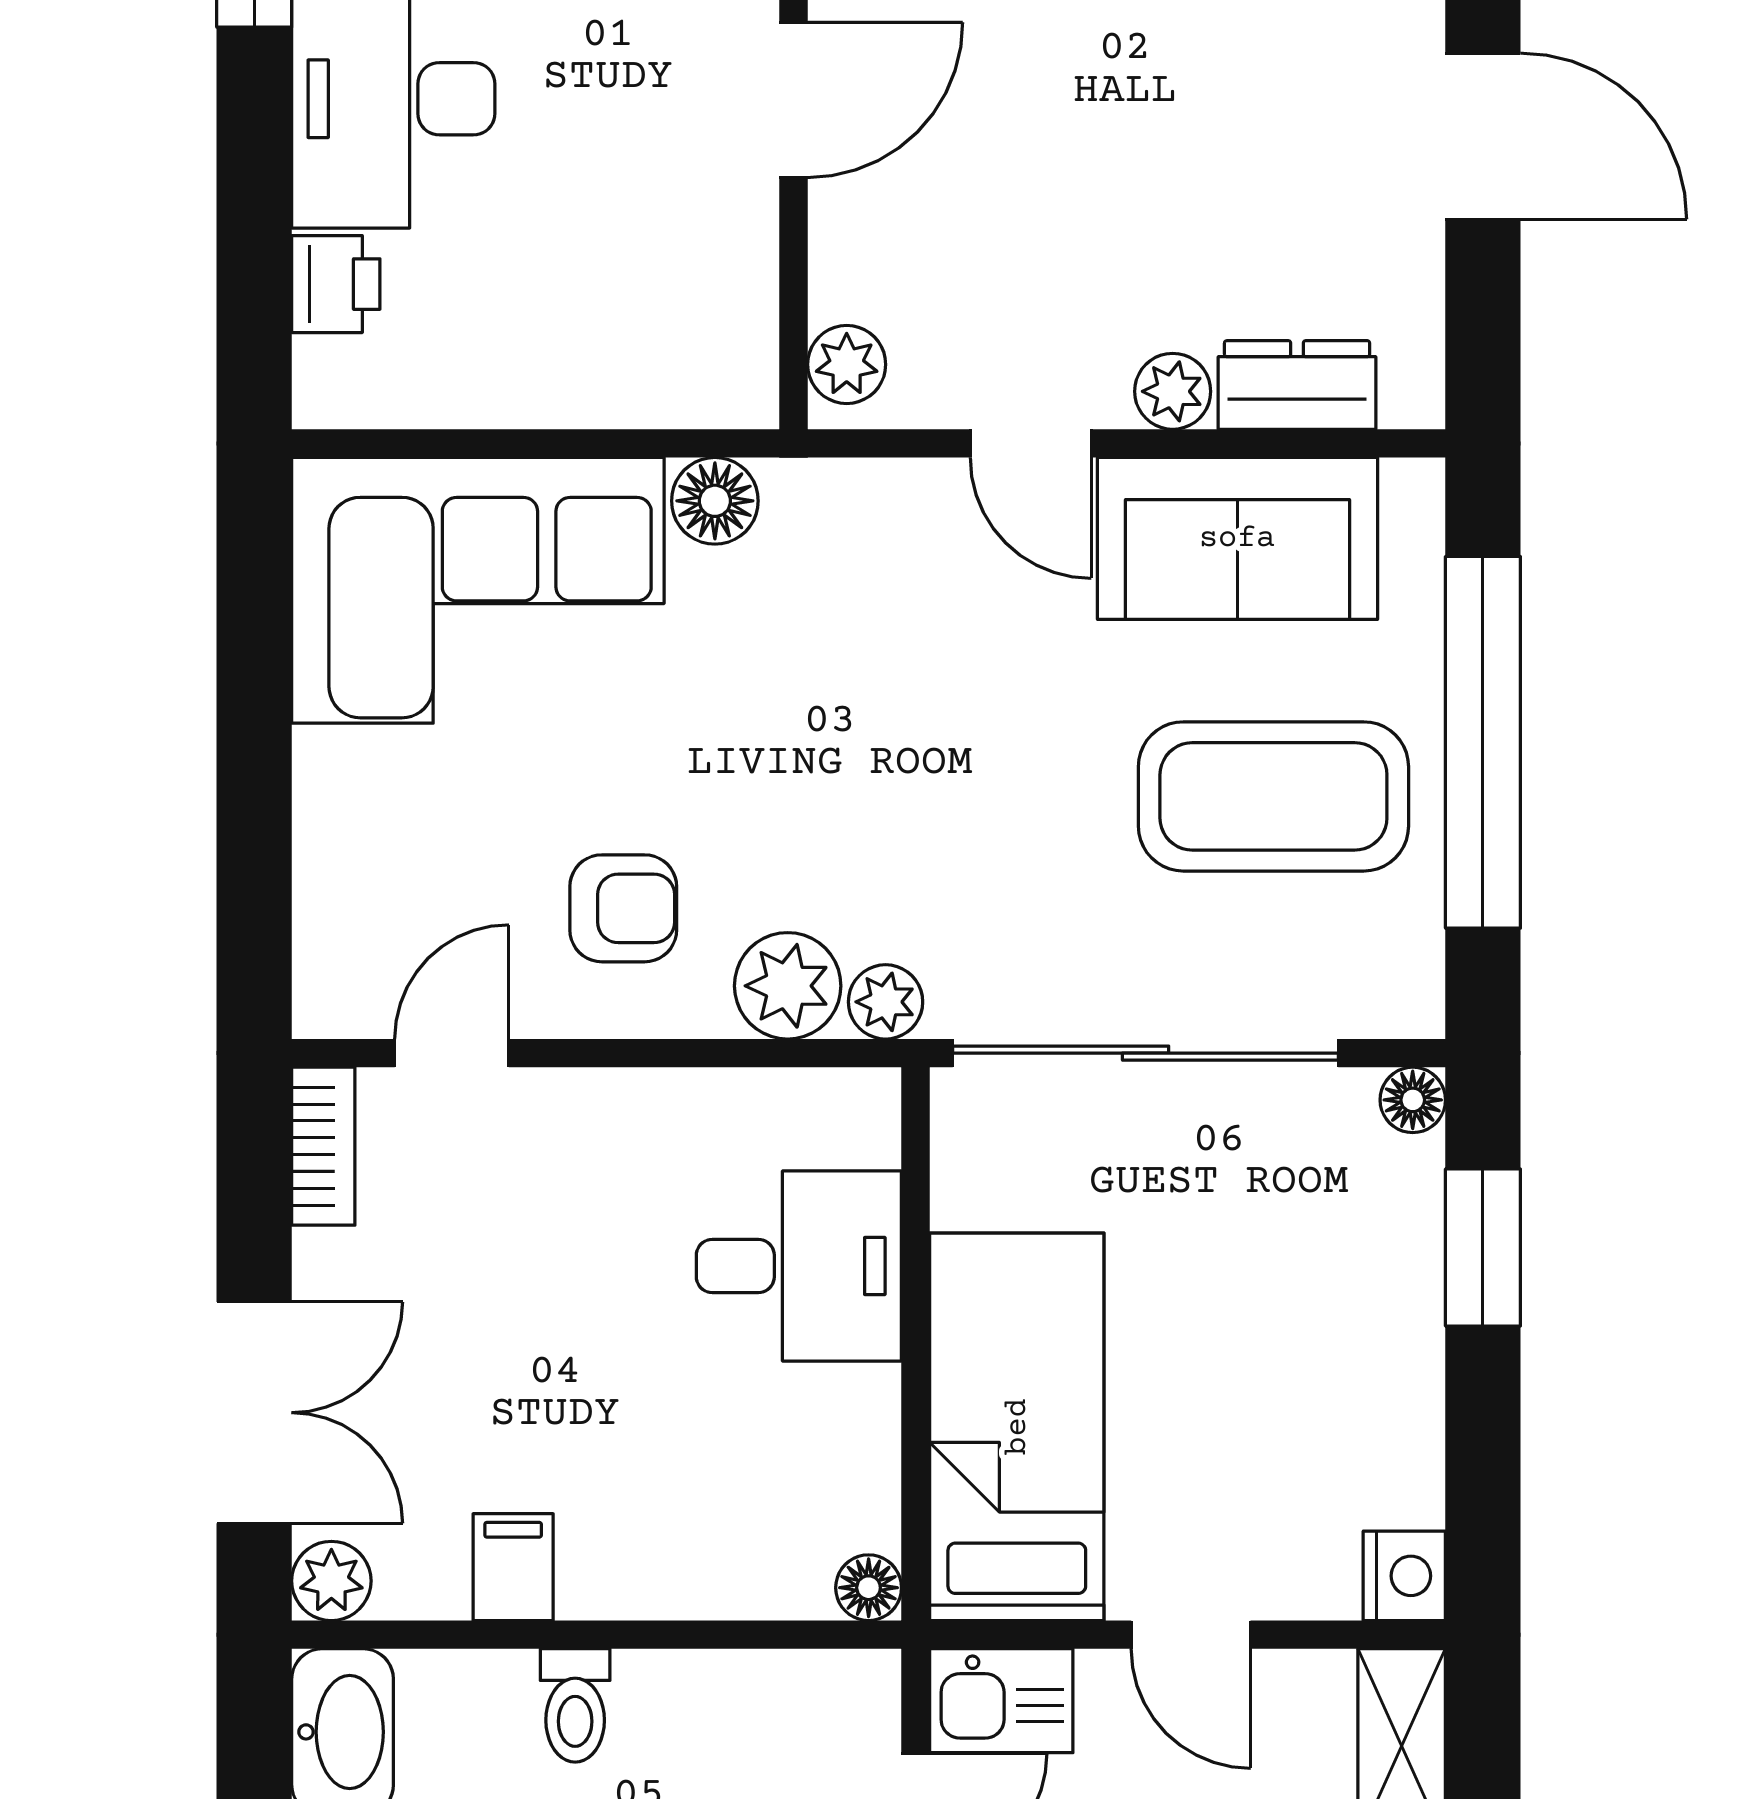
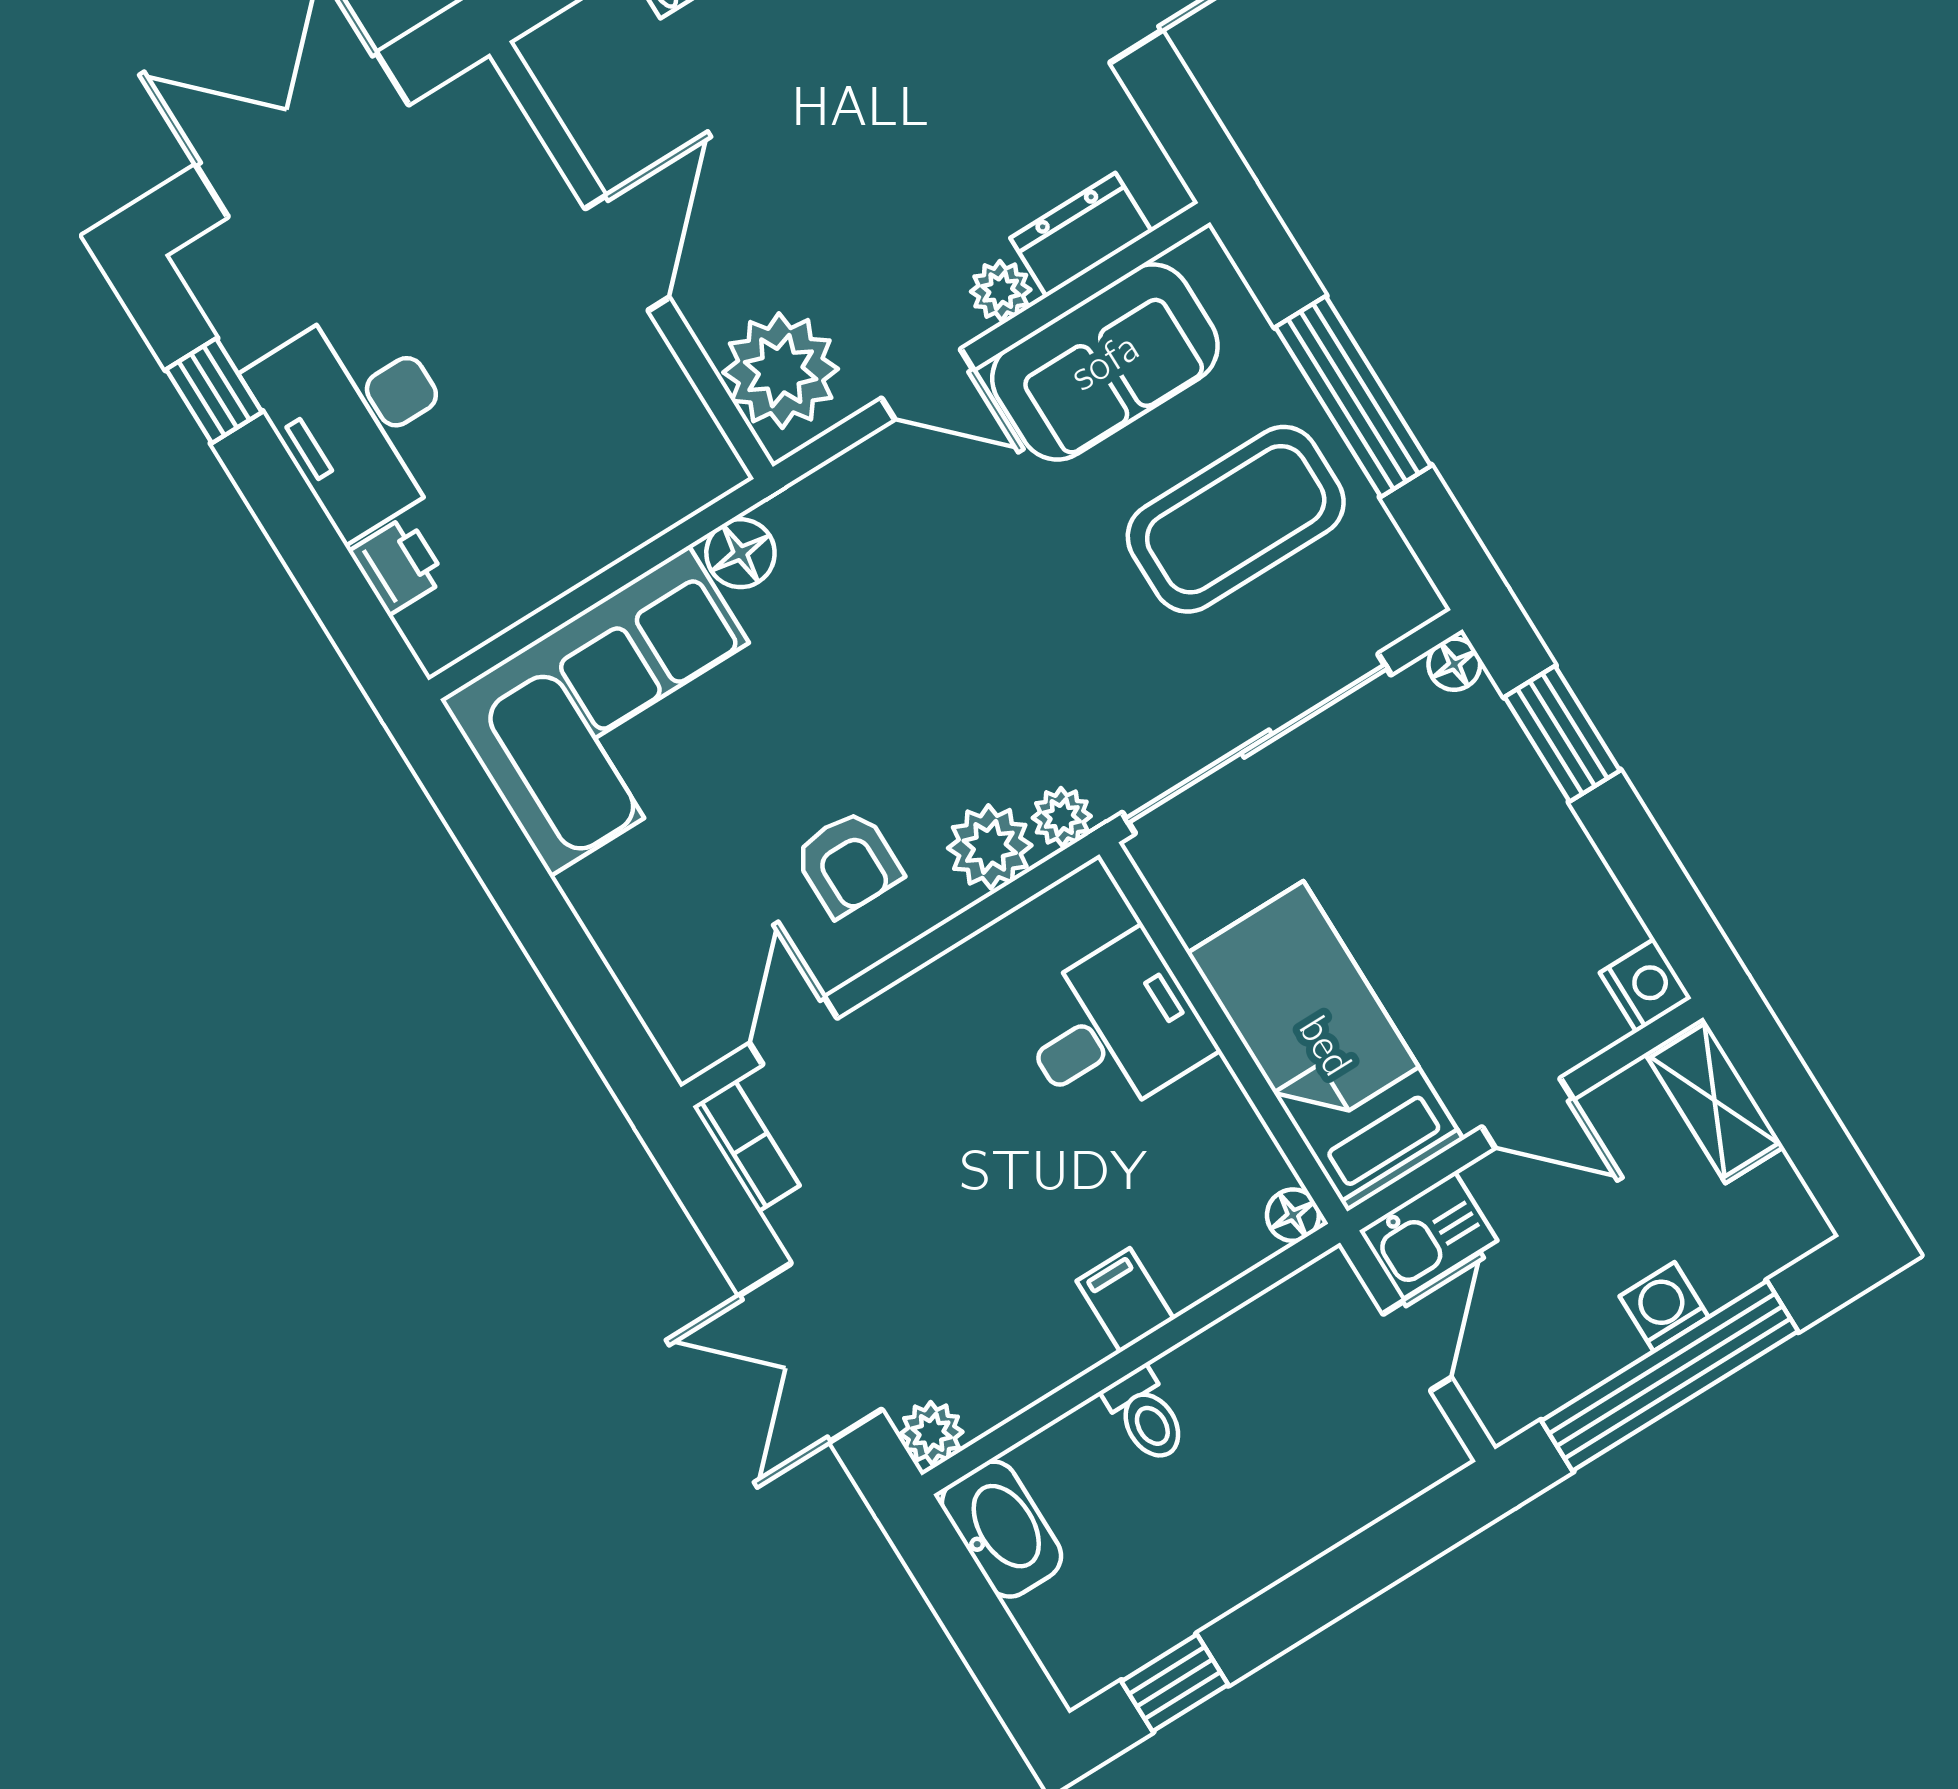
plant: (847, 364) -> (781, 371), width x1.88, depth x1.88
window: (1483, 742) -> (1353, 396), width x0.68
armchair: (623, 908) -> (848, 863), turned 90
double door: (254, 1413) -> (810, 1353), swing flipped
filing cabinet: (513, 1567) -> (1125, 1300), moved

